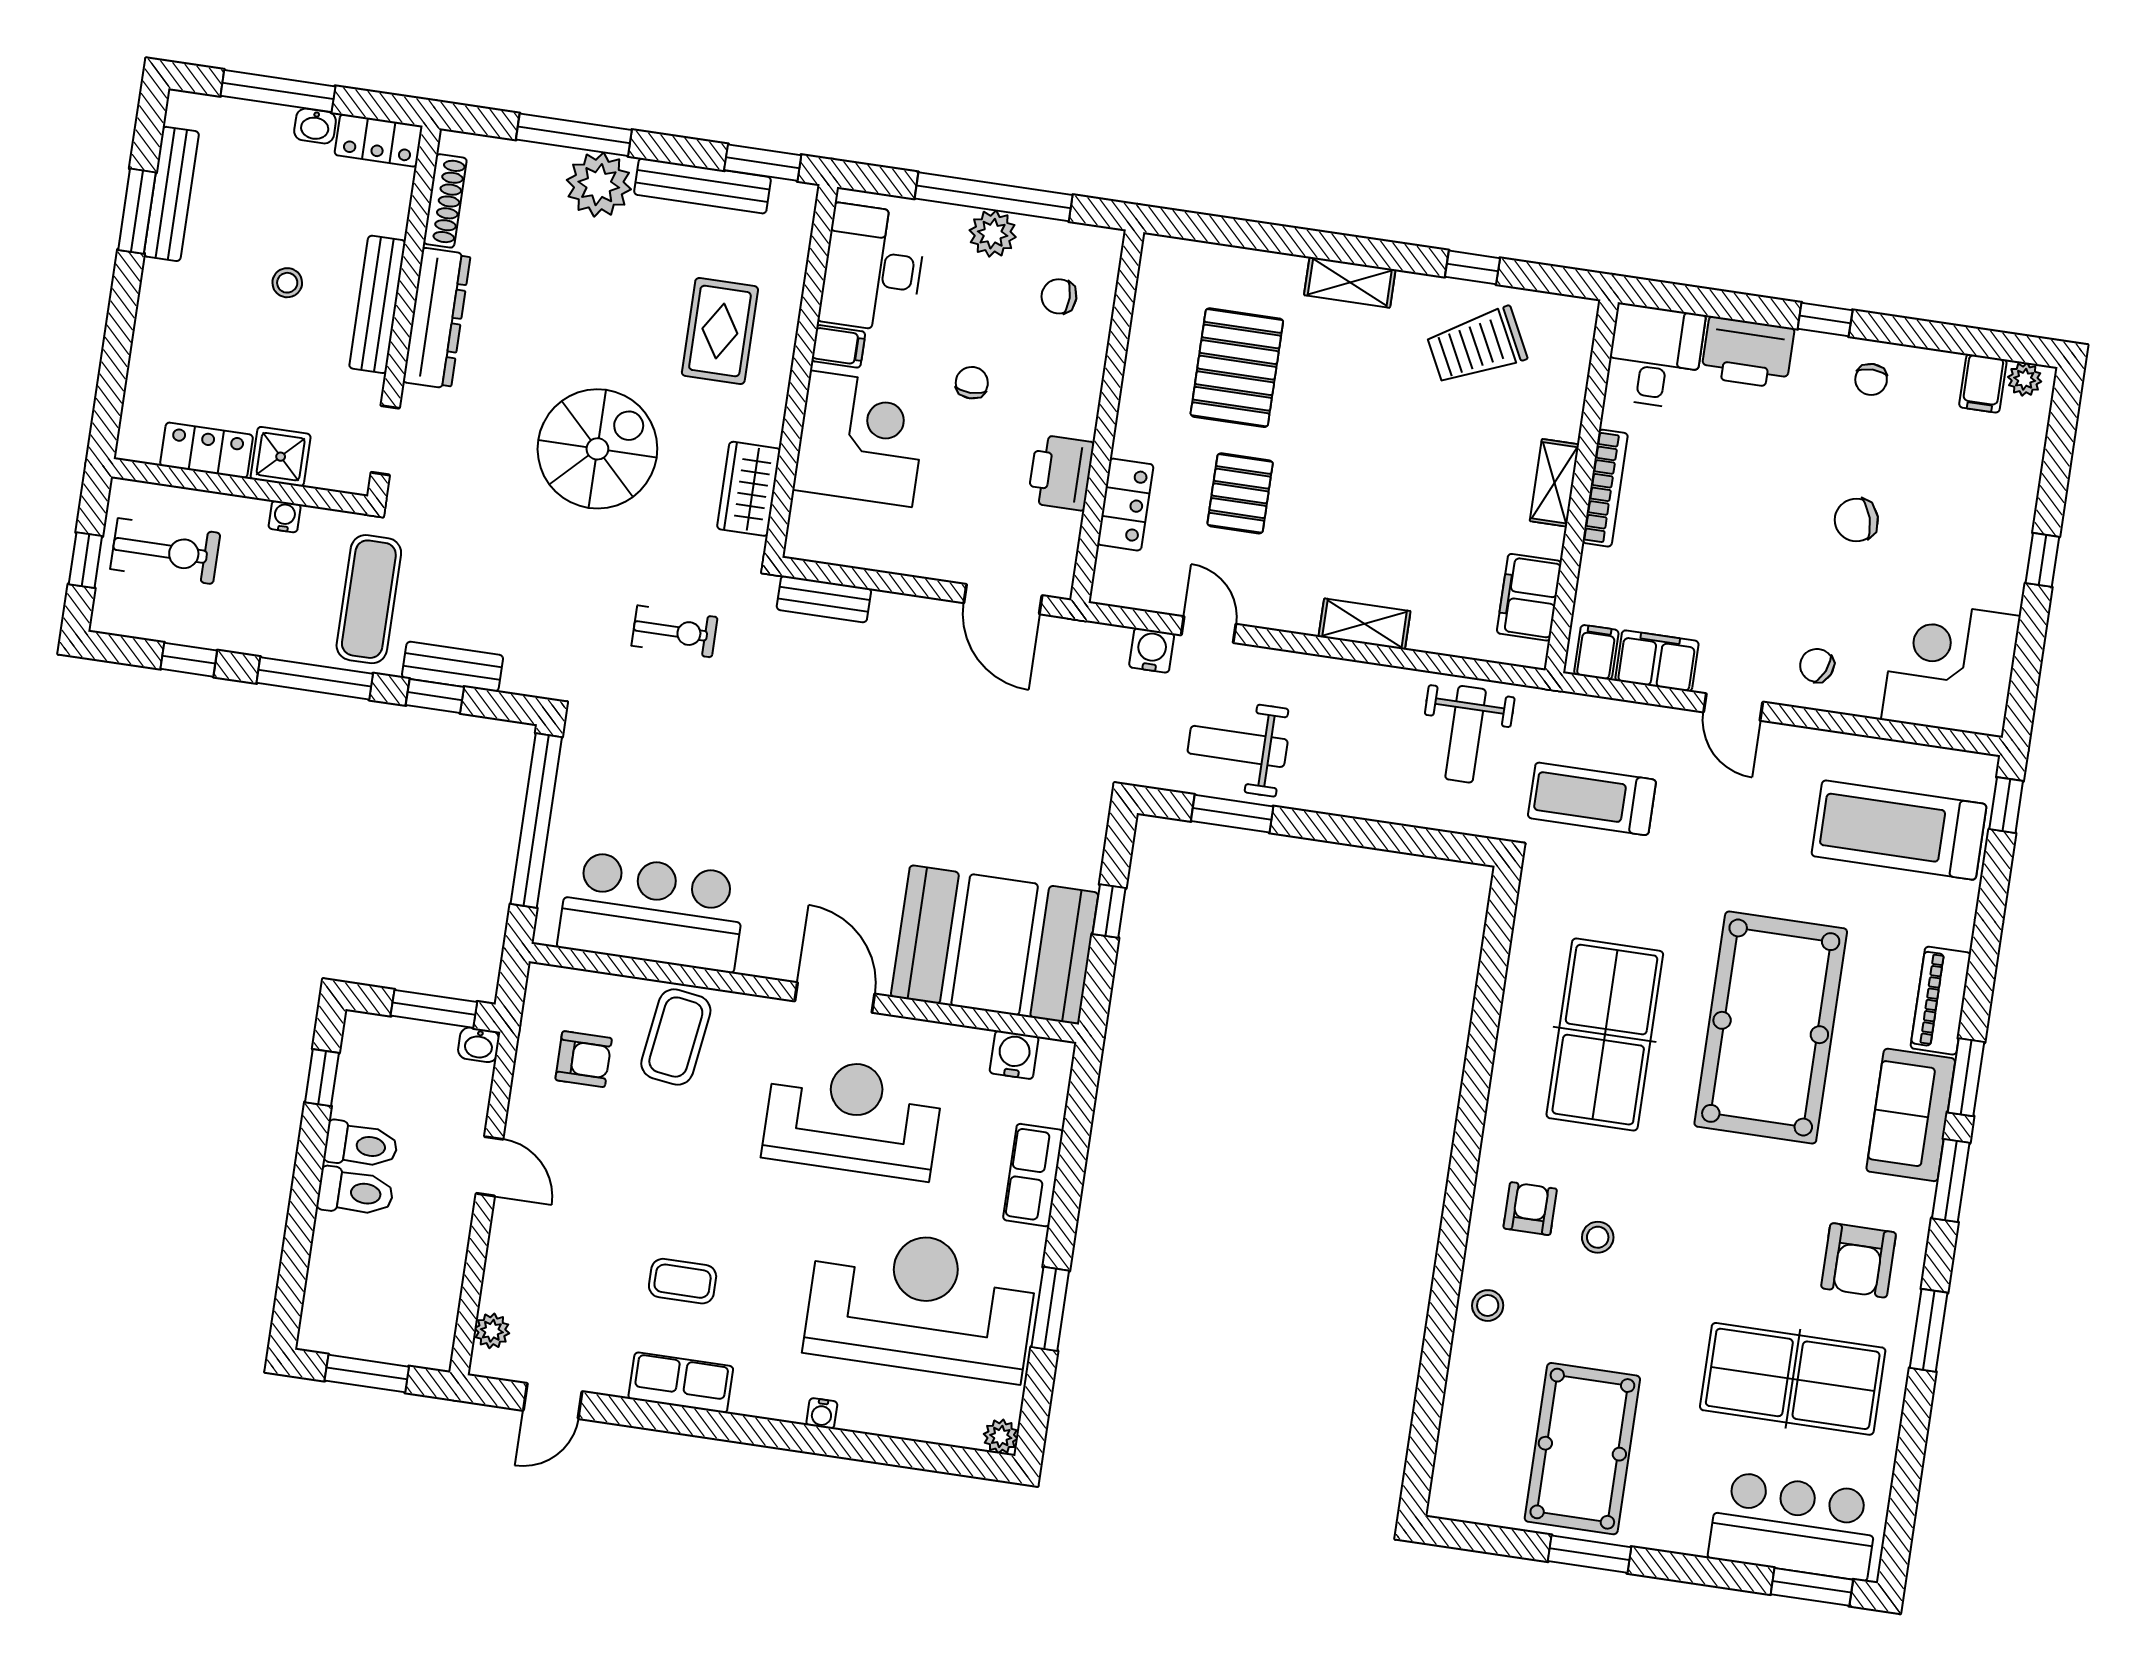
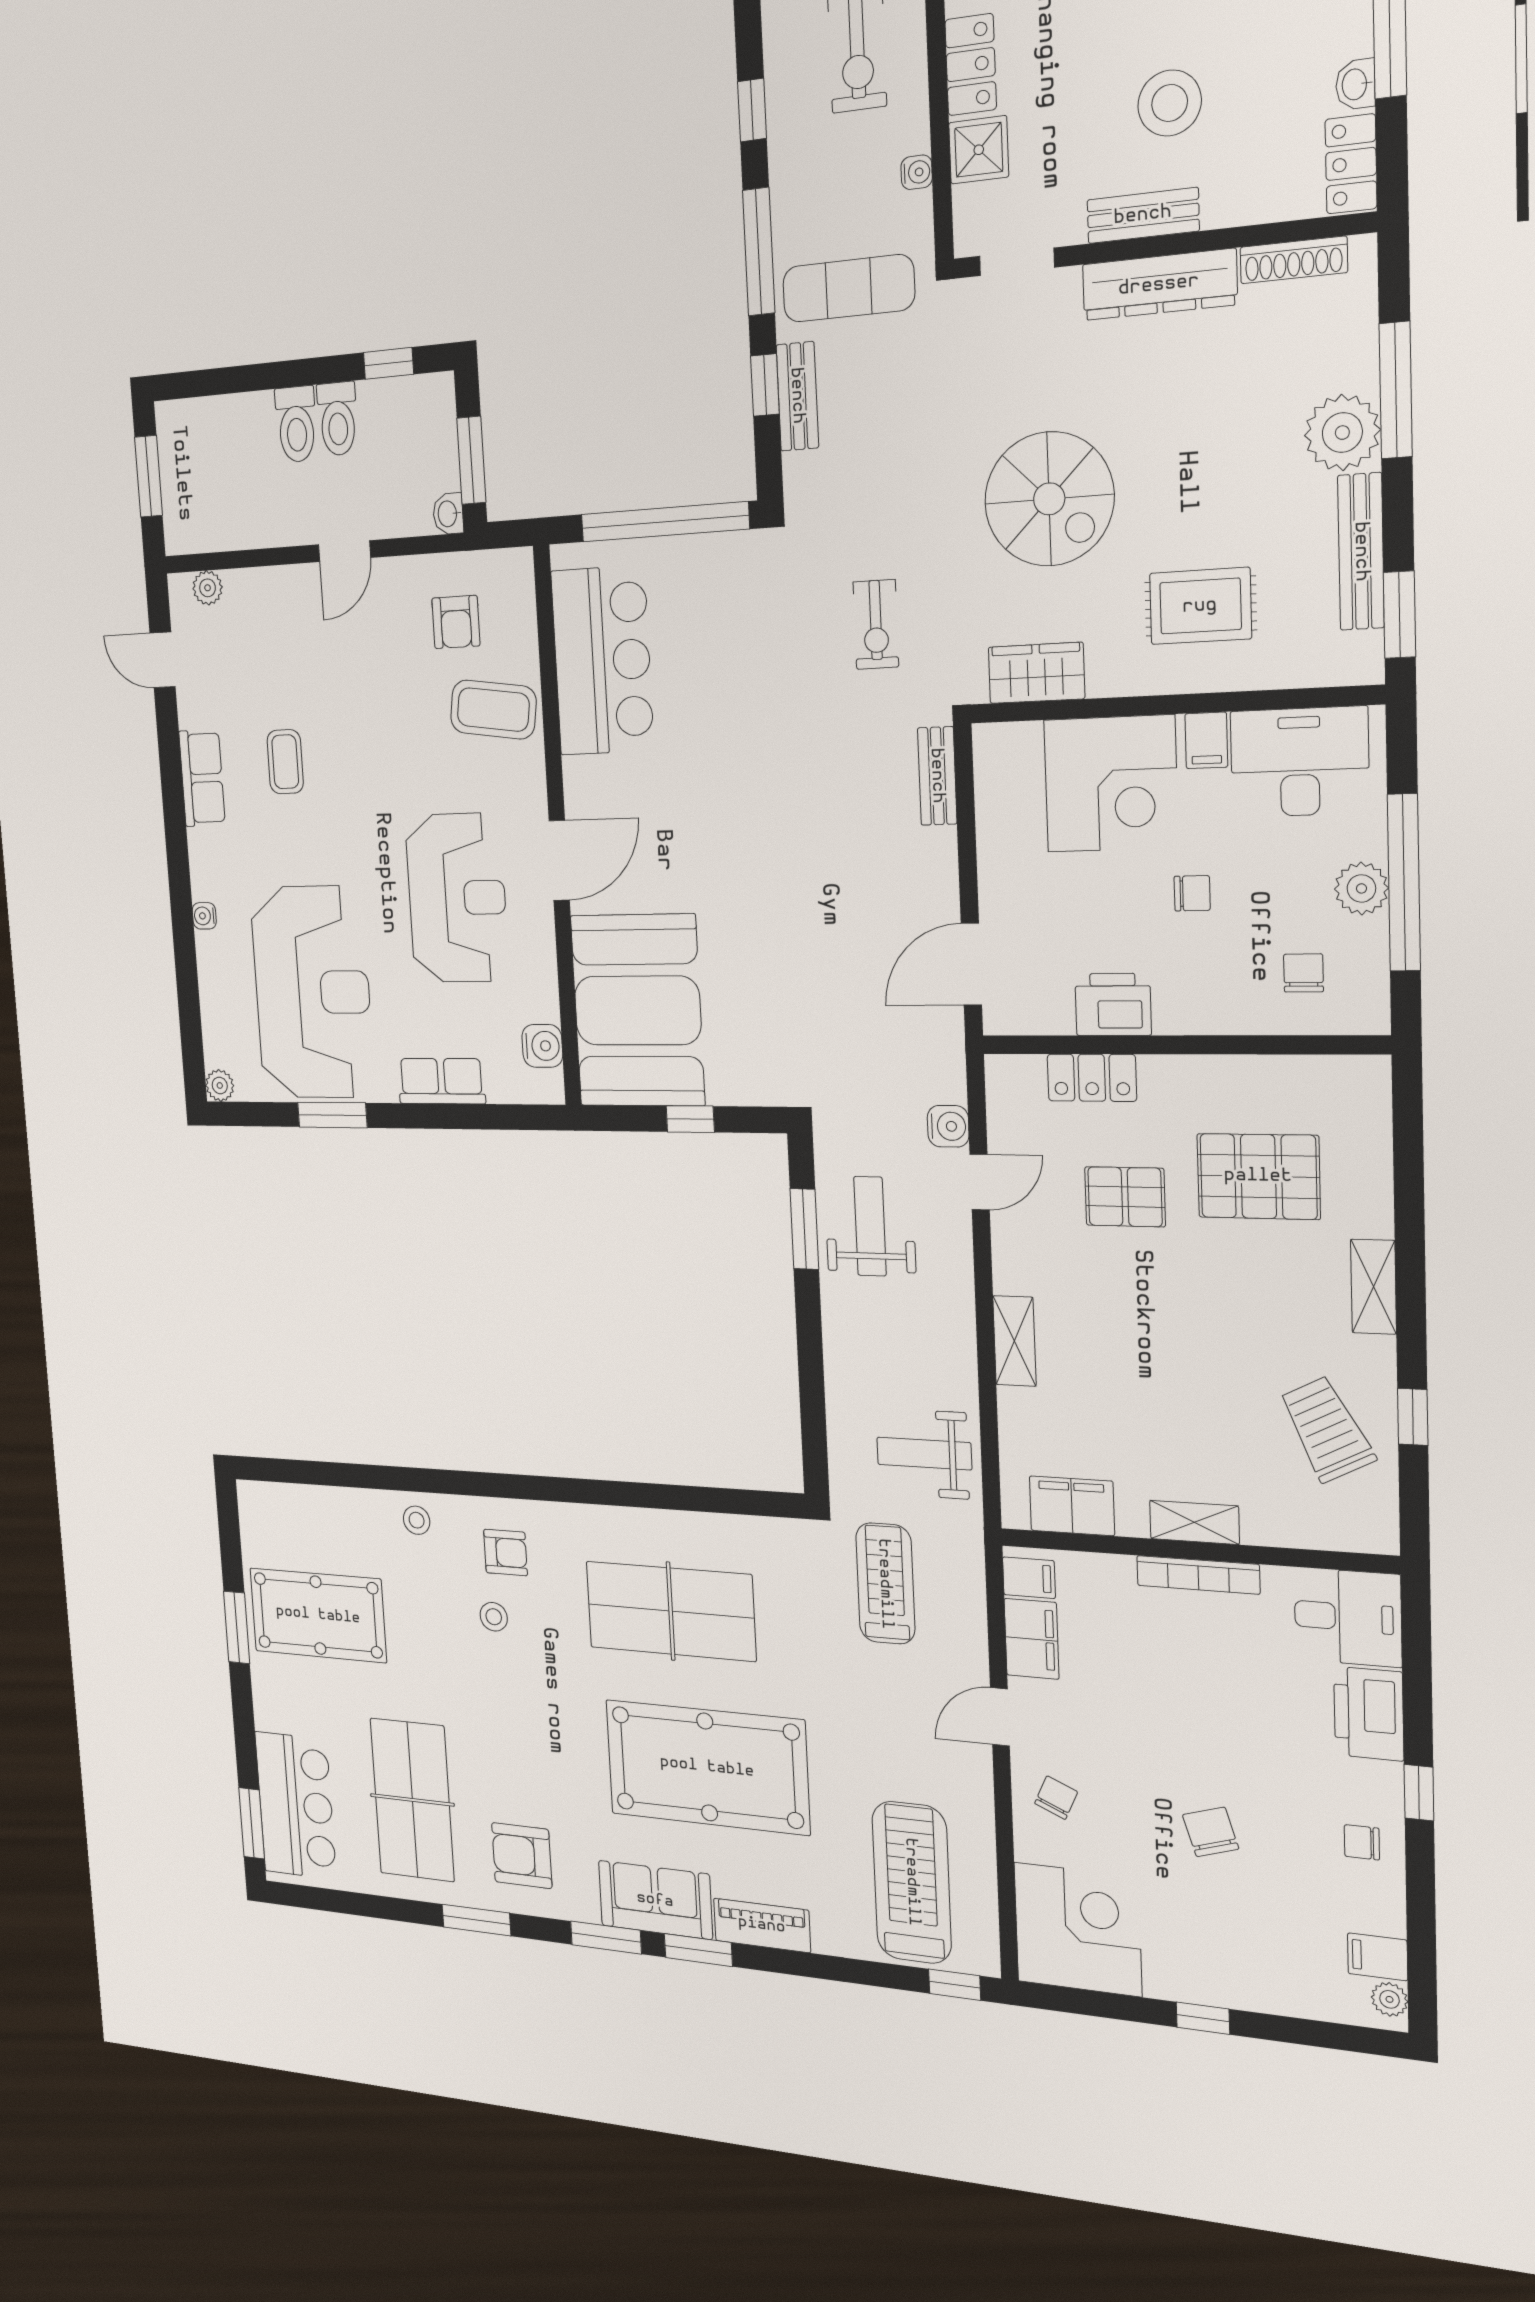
stool: (287, 283) -> (1170, 103), width x1.89, depth x1.89
bench: (377, 304) -> (1143, 215), width x0.73

